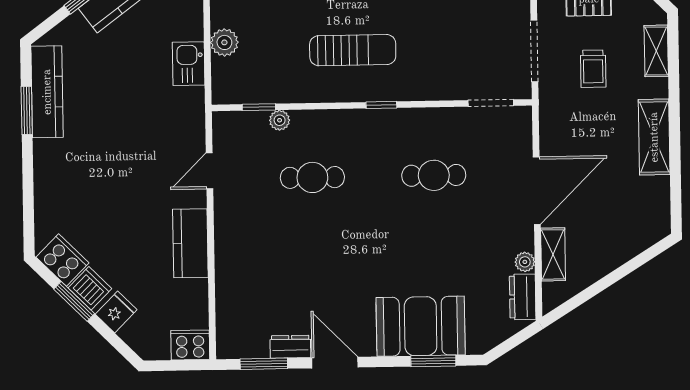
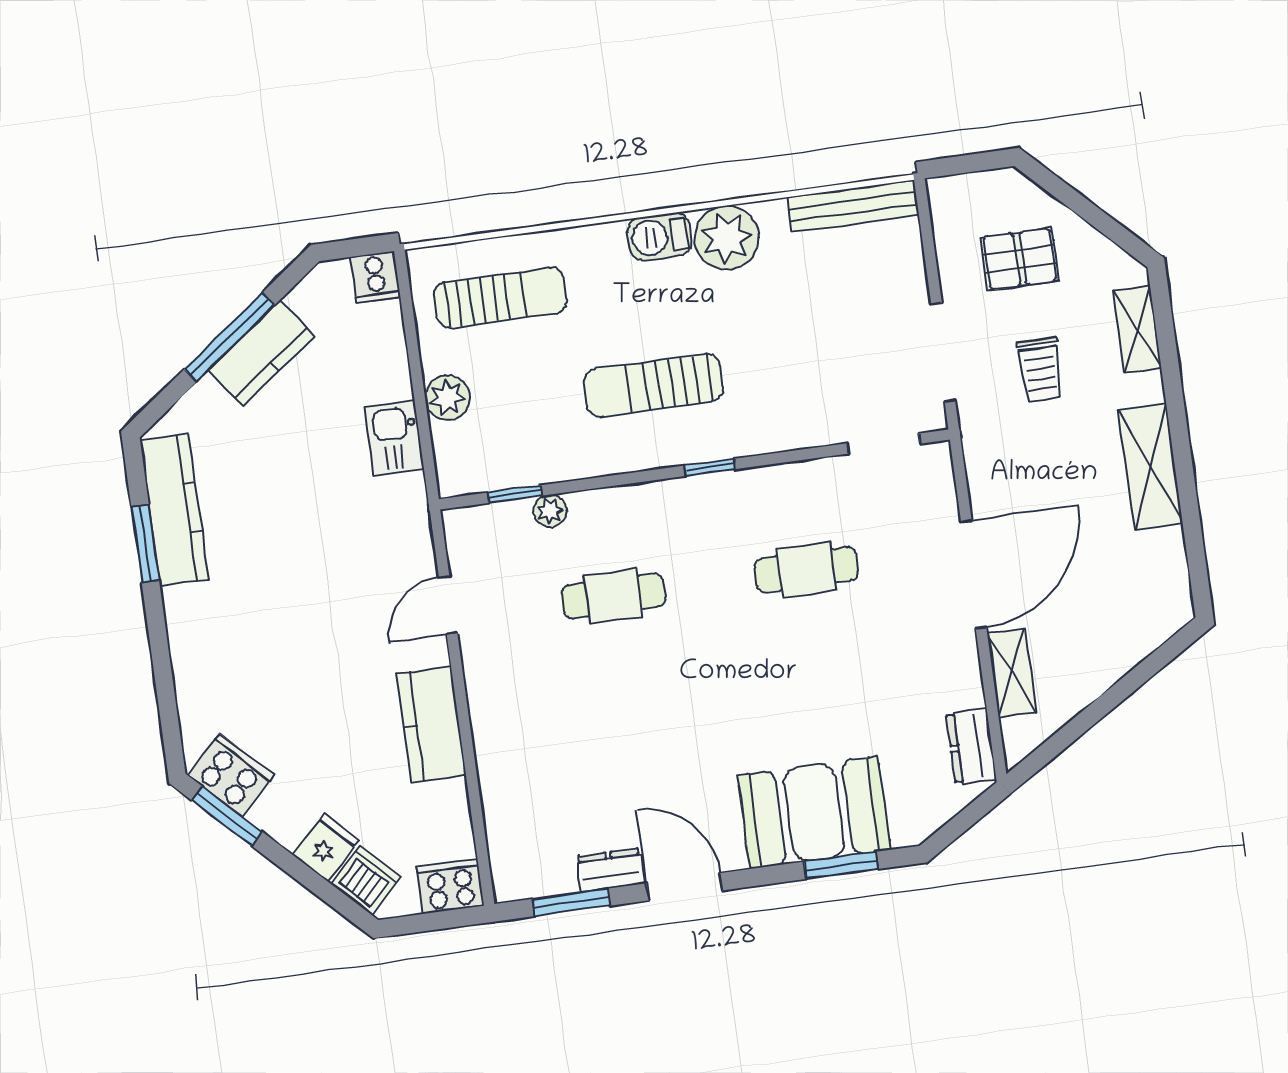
sun lounger: (353, 50) -> (653, 385), turned 180
plant: (525, 262) -> (968, 690), removed
dishwasher: (90, 288) -> (365, 880), moved
window: (74, 301) -> (227, 816), moved

